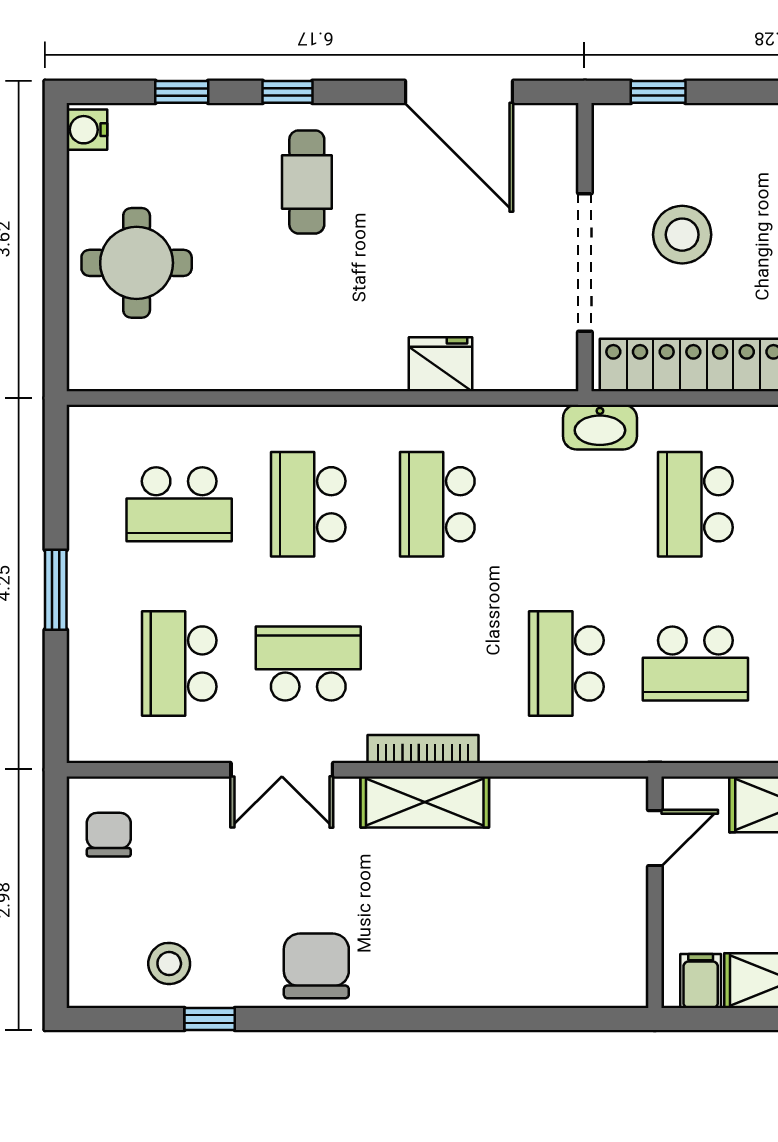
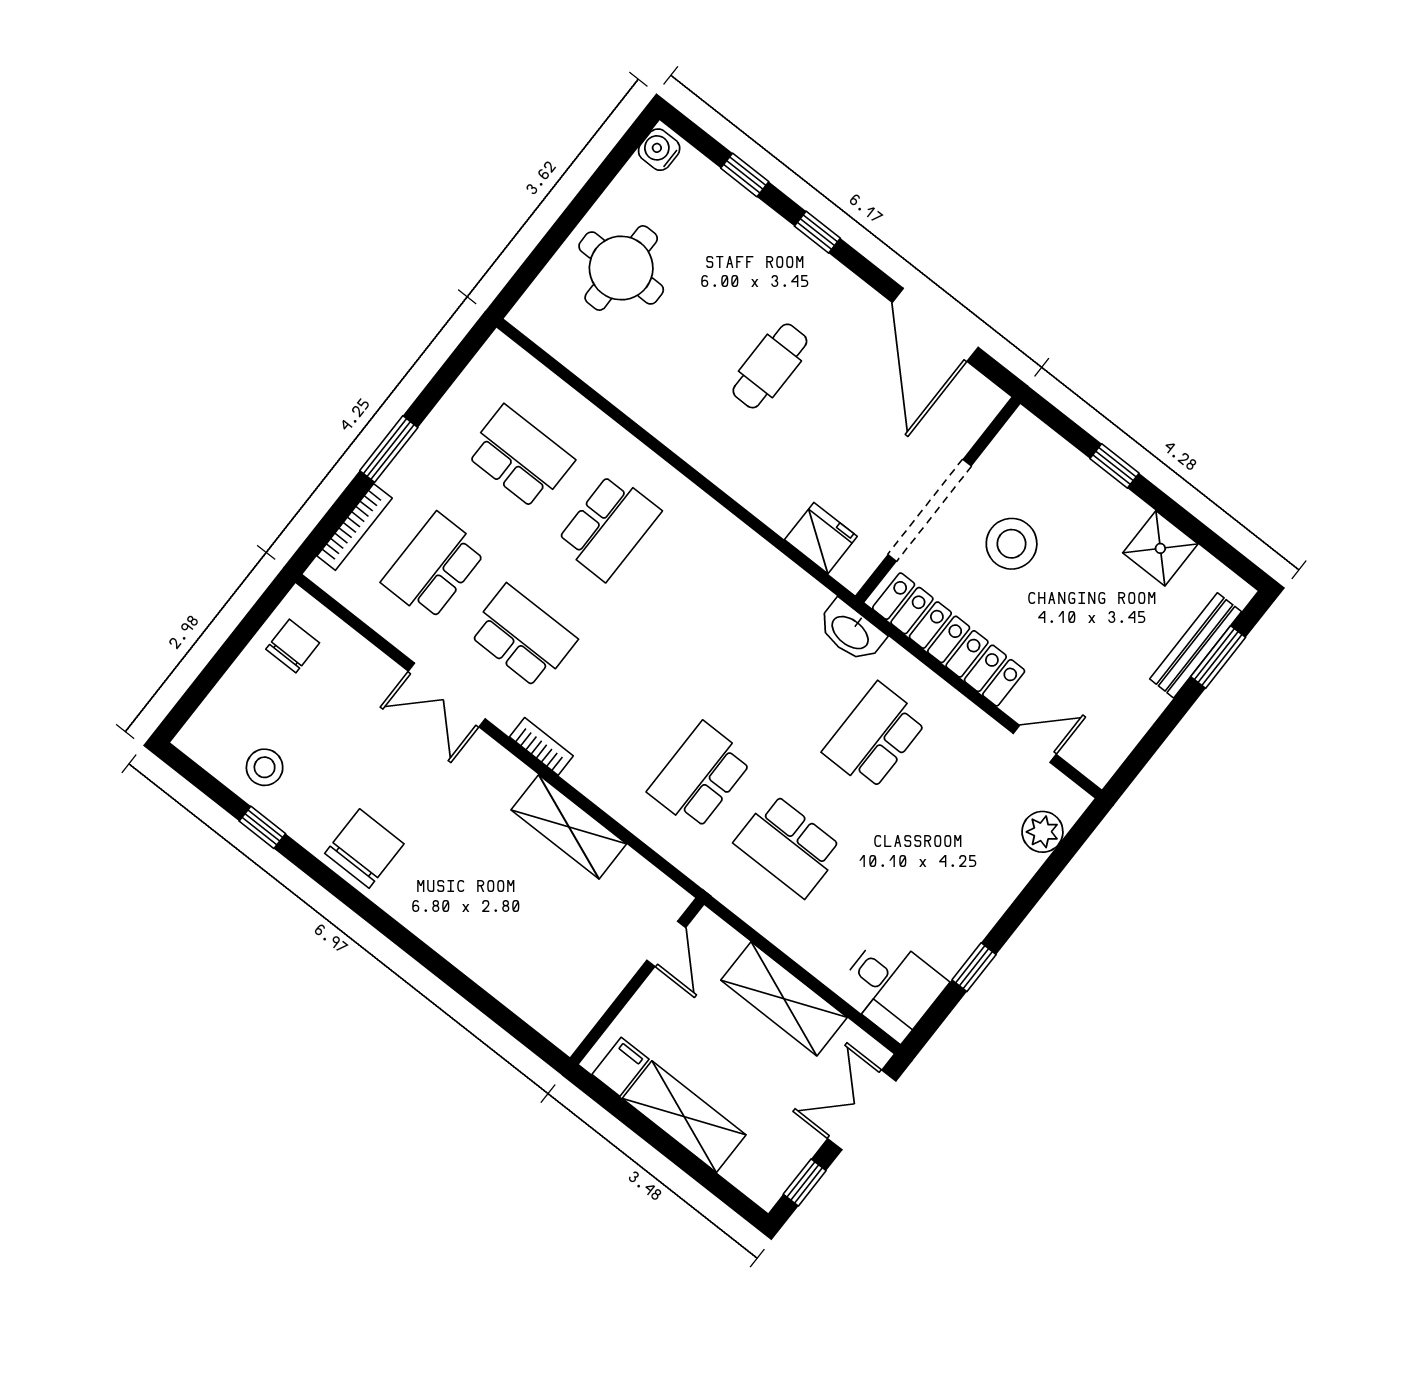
window: (658, 92) -> (1114, 466), moved
cafe table: (307, 182) -> (770, 366), moved
fridge: (441, 364) -> (821, 538), moved
school desk: (179, 504) -> (520, 457), turned 180
school desk: (308, 504) -> (609, 527), turned 180
school desk: (437, 504) -> (697, 597), removed
bookcase: (80, 684) -> (355, 527), added
bookcase: (423, 749) -> (541, 746), width x0.64
shelving: (425, 802) -> (569, 827), moved
door: (655, 838) -> (666, 944), hinge flipped

